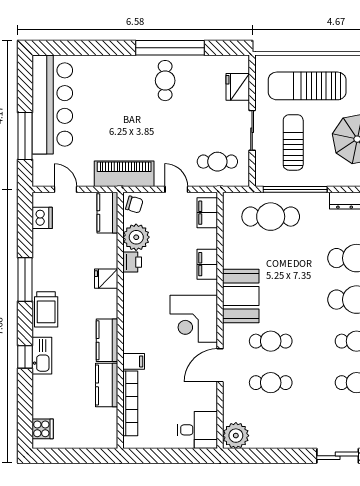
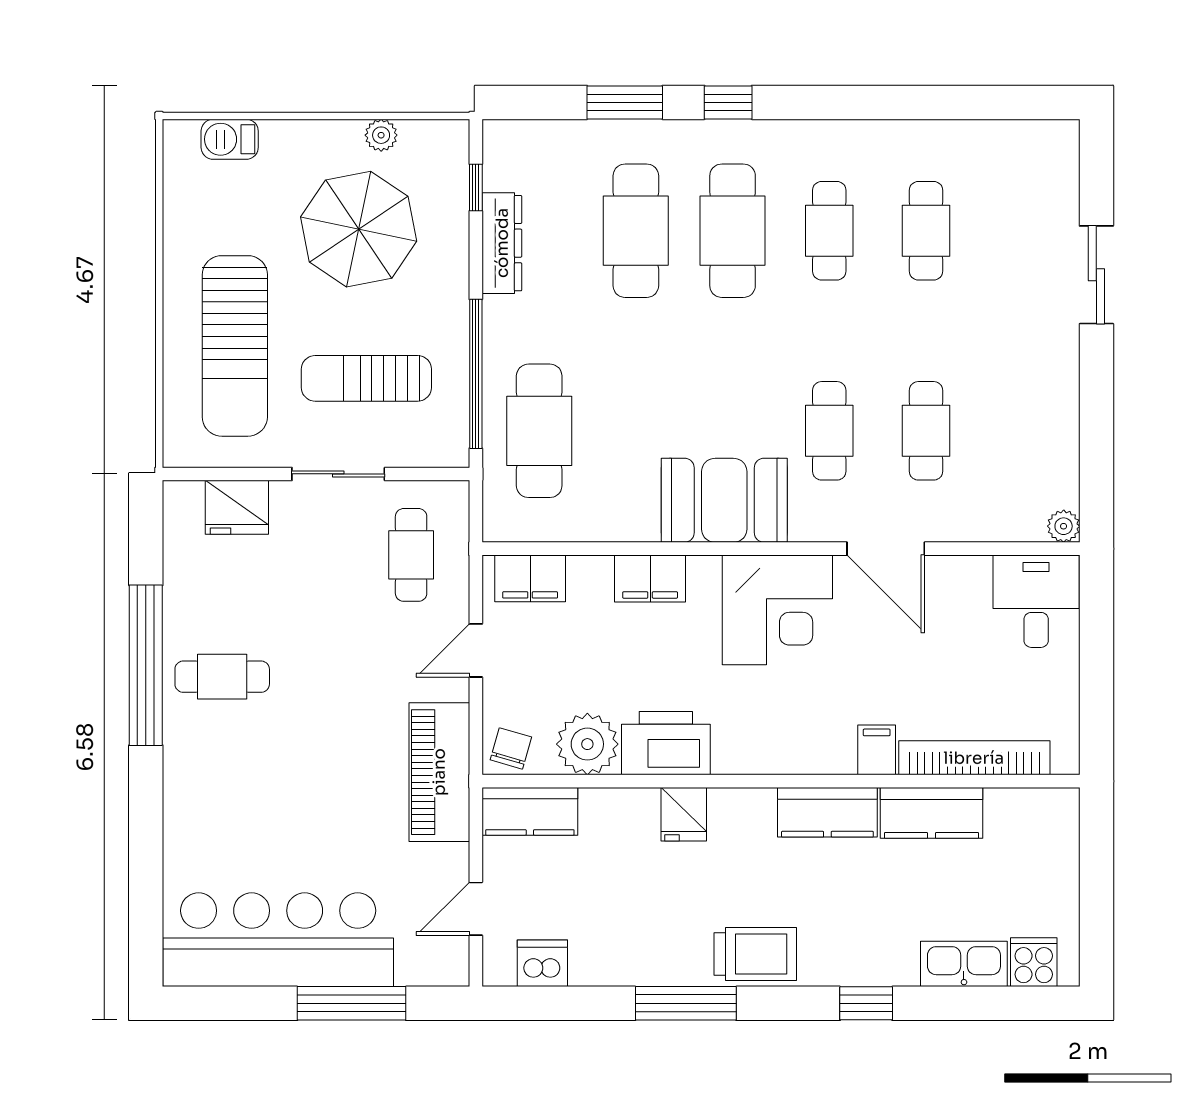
printer: (132, 262) -> (666, 743), width x1.87, depth x1.48
kitchen sink: (42, 356) -> (964, 964), moved
plant: (236, 436) -> (1064, 526), width x0.53, depth x0.53

